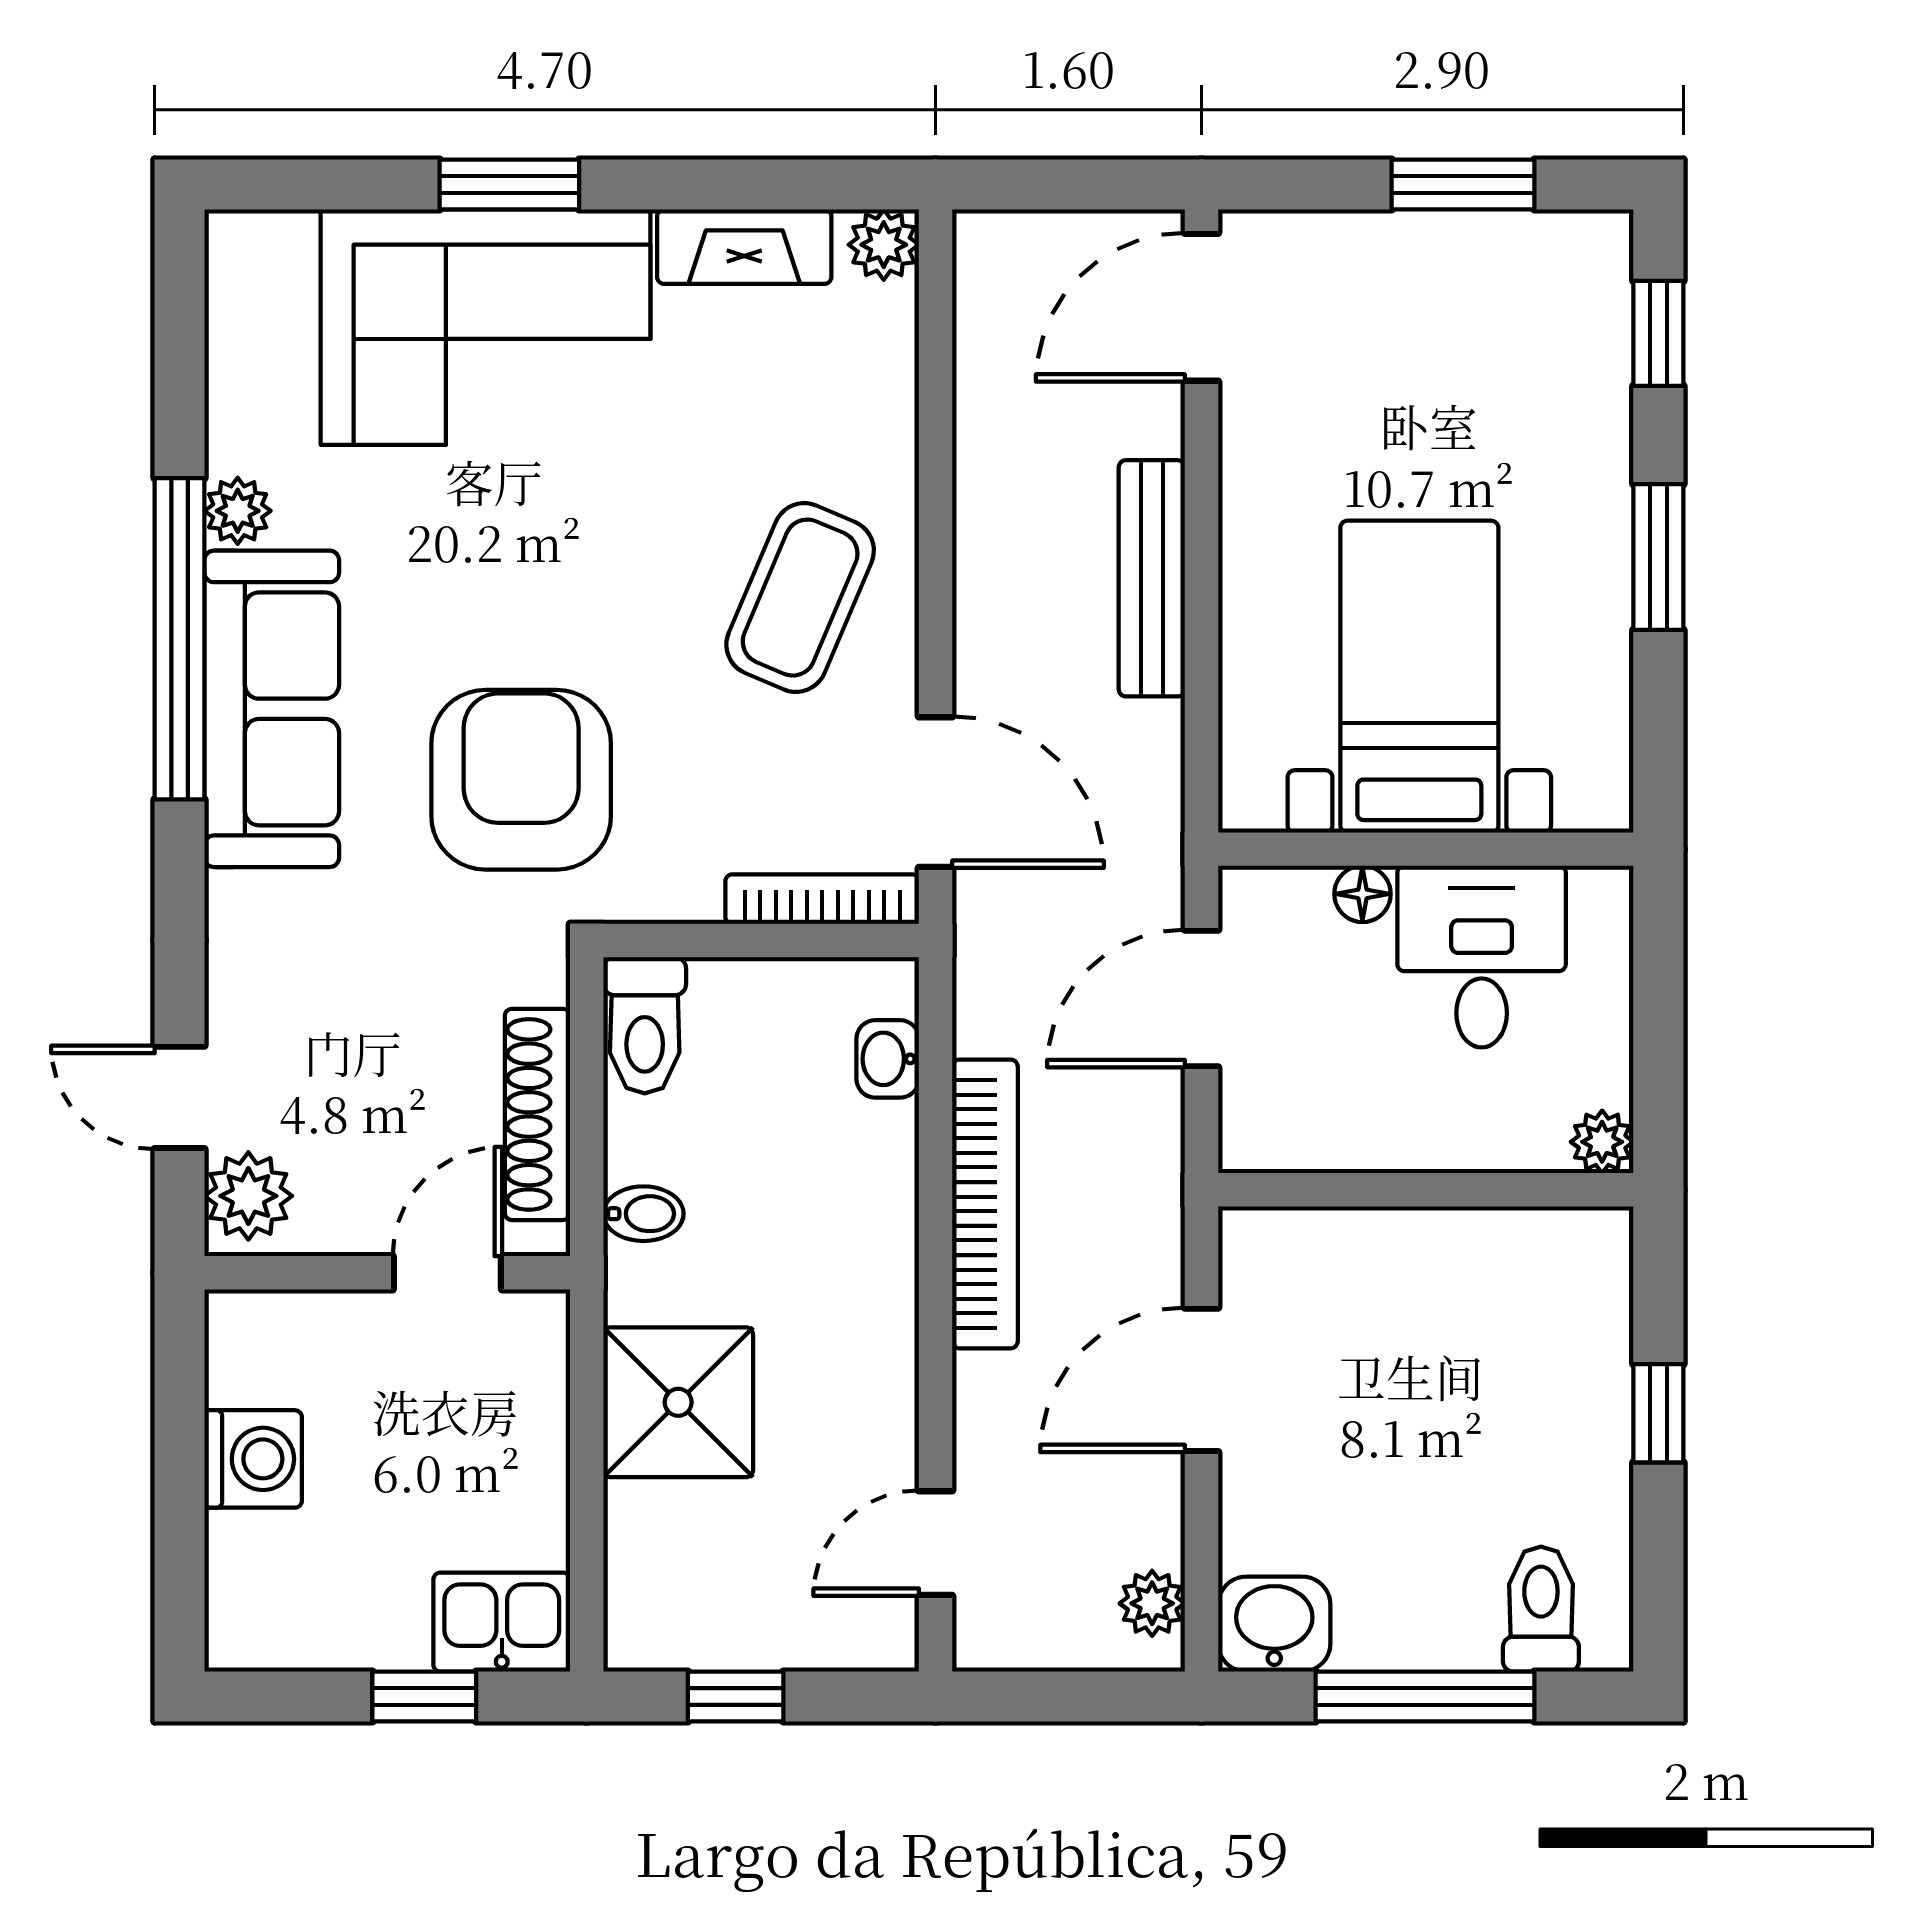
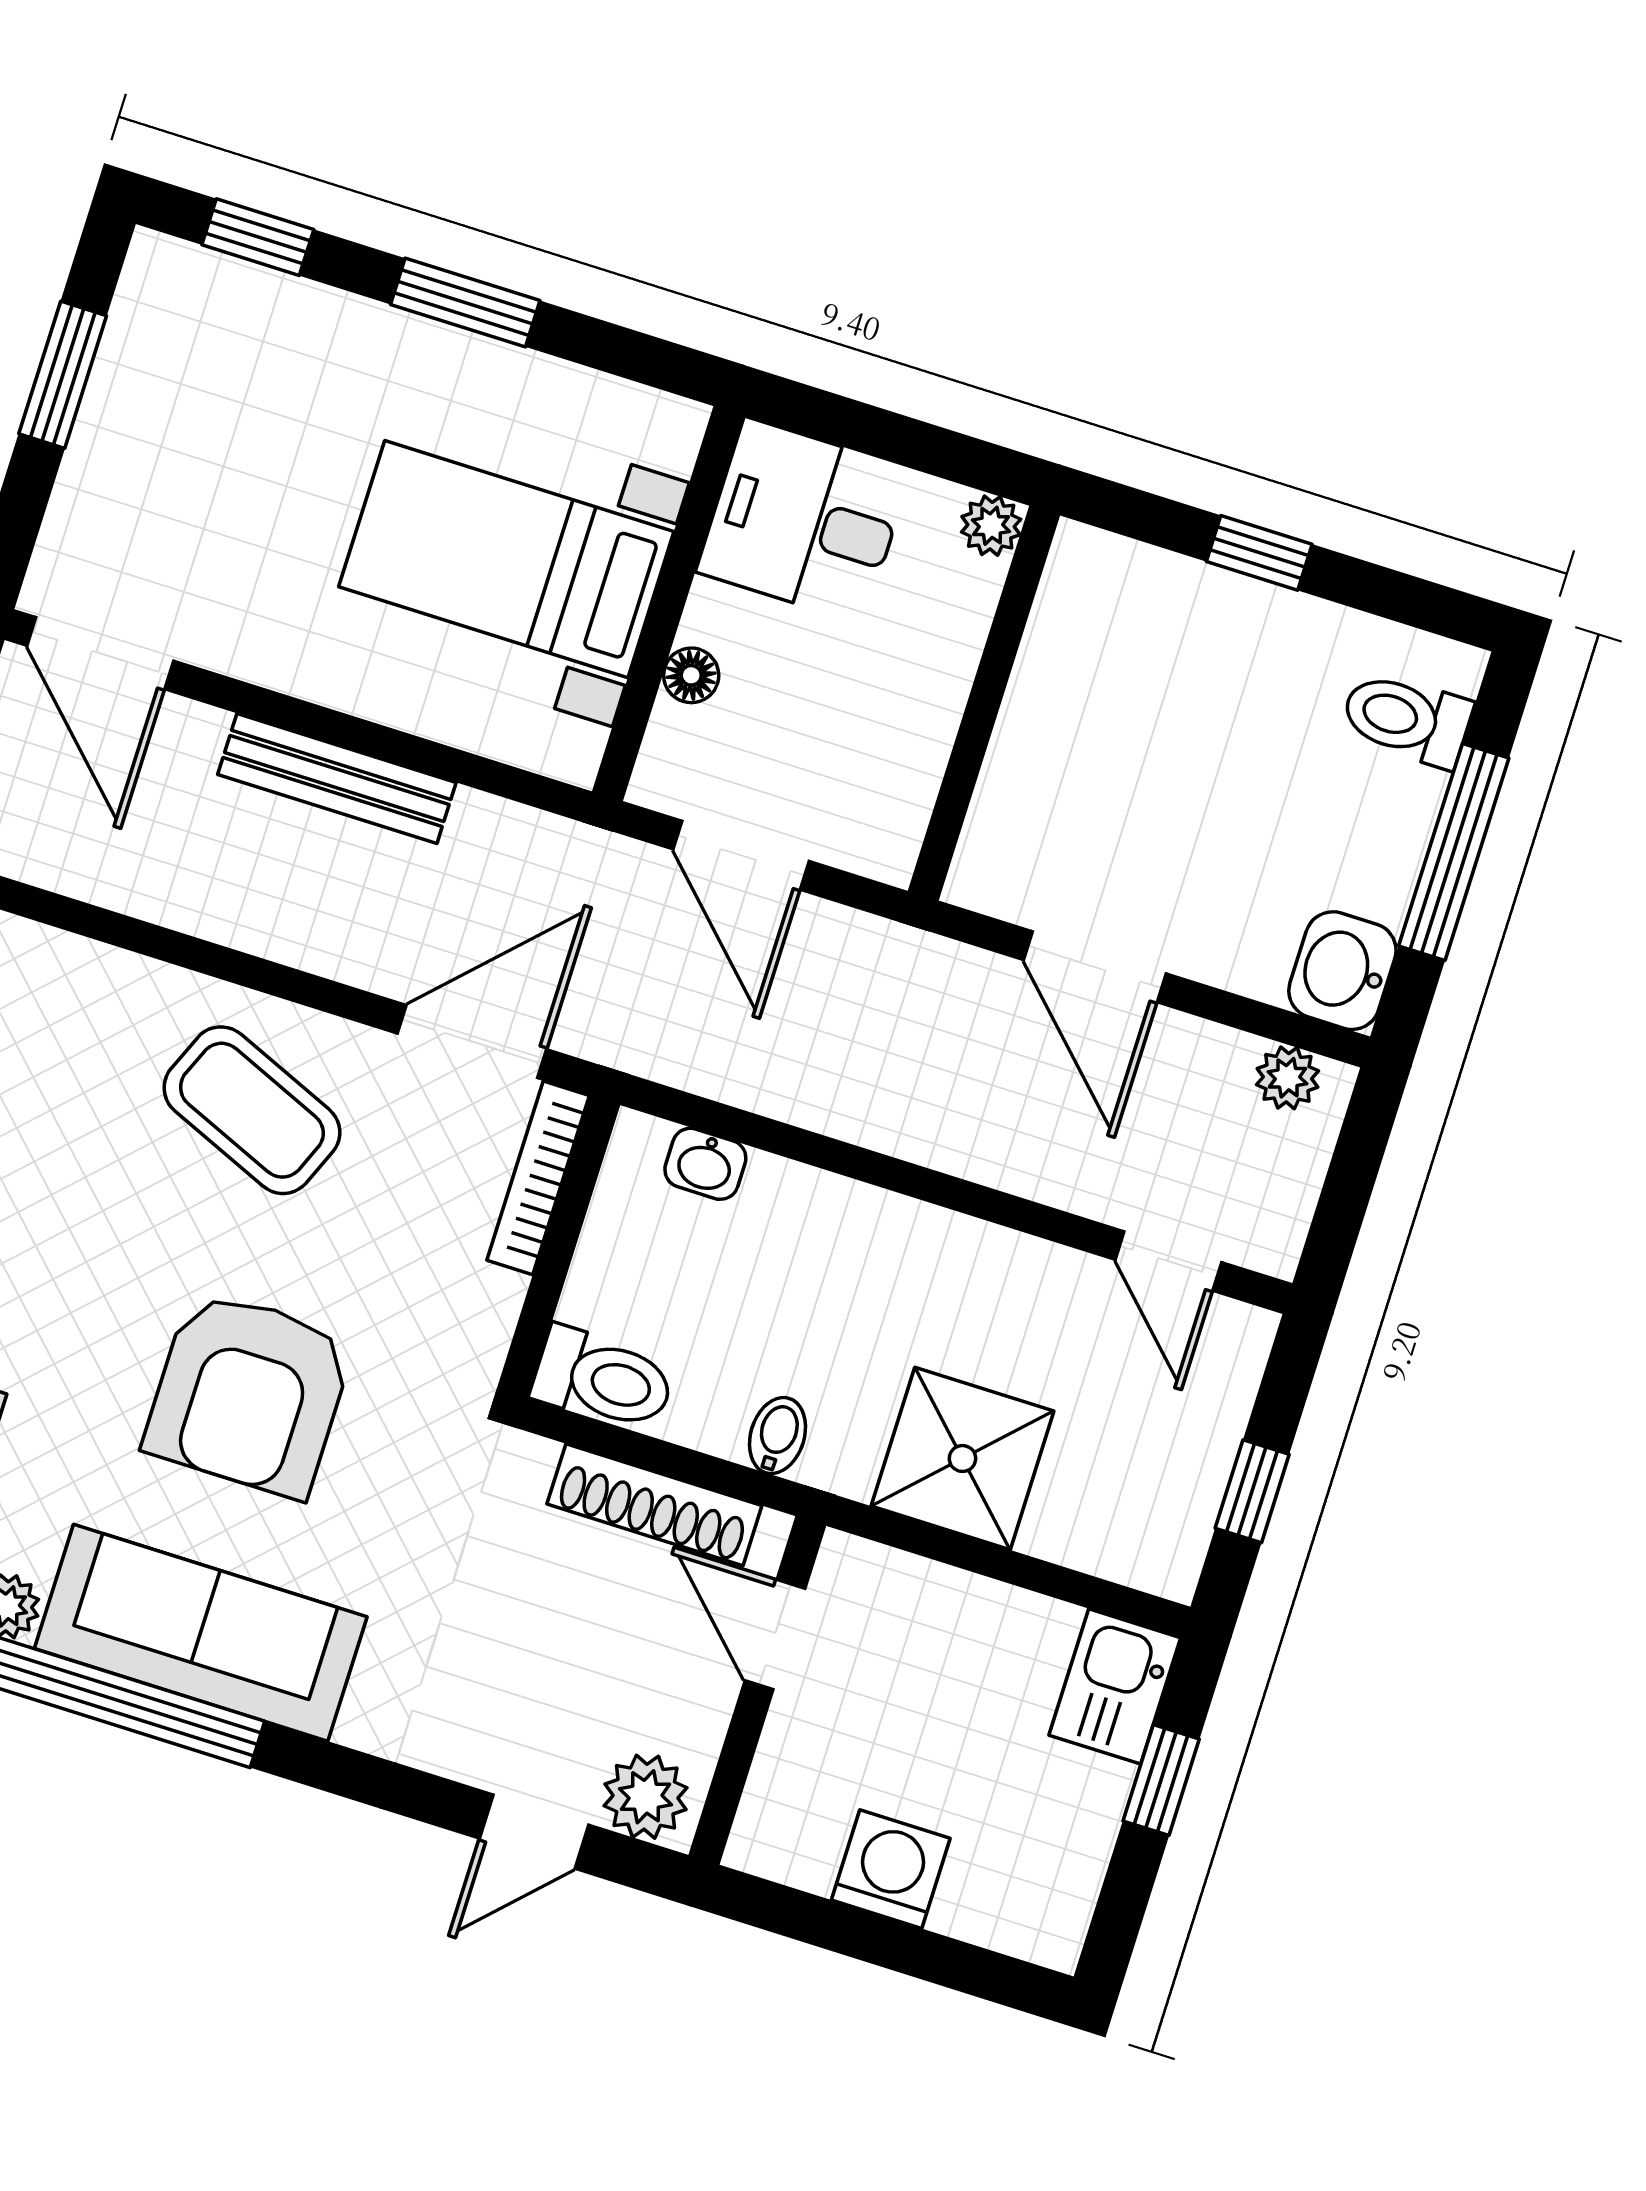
armchair: (521, 780) -> (249, 1394), moved, turned -90
desk: (1482, 957) -> (804, 521), moved
bookcase: (985, 1204) -> (868, 1116), removed

